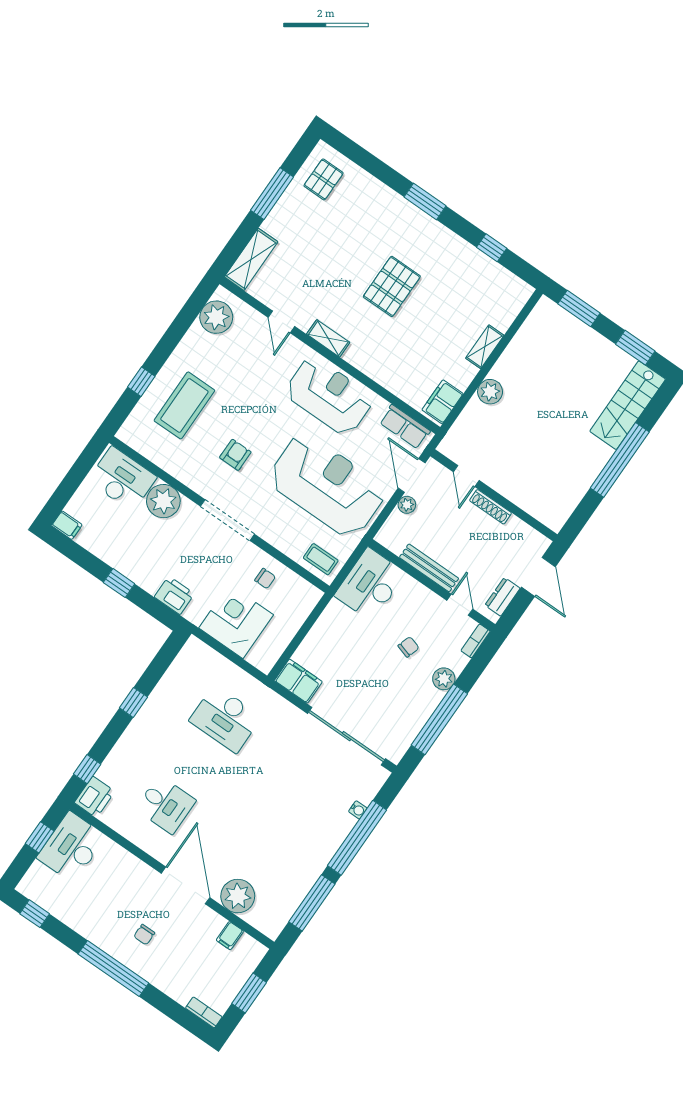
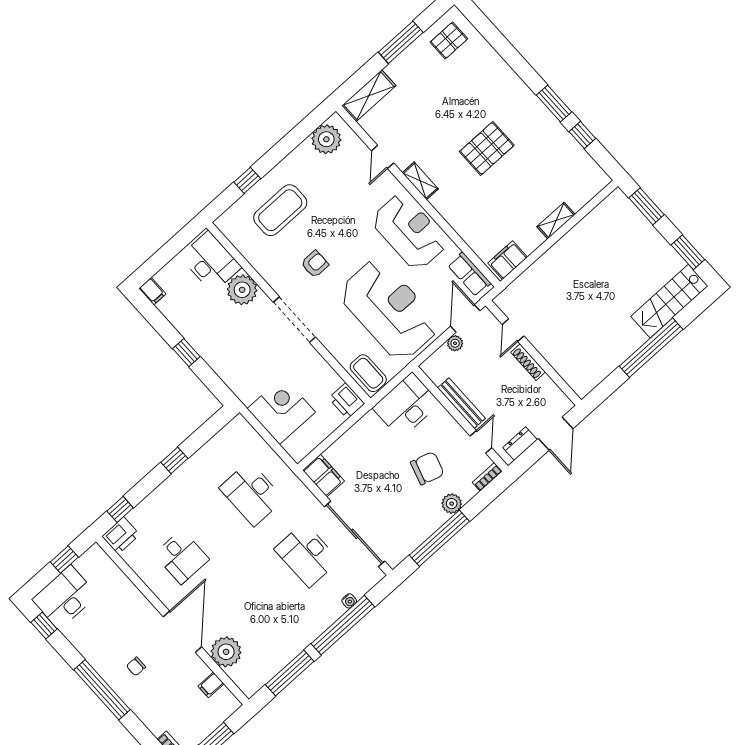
window: (425, 201) -> (554, 104), moved
plant: (490, 392) -> (551, 261), removed
coffee table: (321, 559) -> (368, 373), width x1.36, depth x1.30
chair: (265, 579) -> (315, 379), removed
printer: (174, 595) -> (347, 401), moved, turned 180
chair: (408, 647) -> (427, 468), width x1.87, depth x1.87
desk: (300, 771) -> (307, 555), added
desk: (71, 847) -> (65, 597), moved

